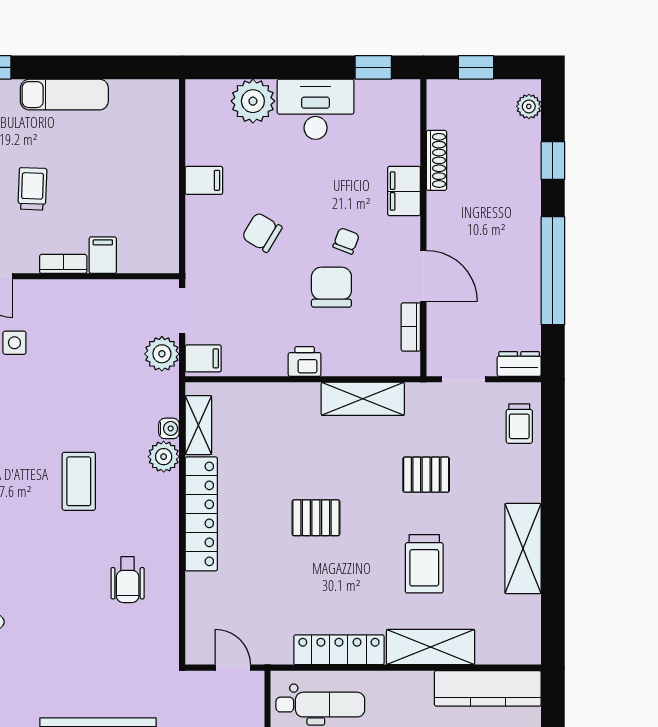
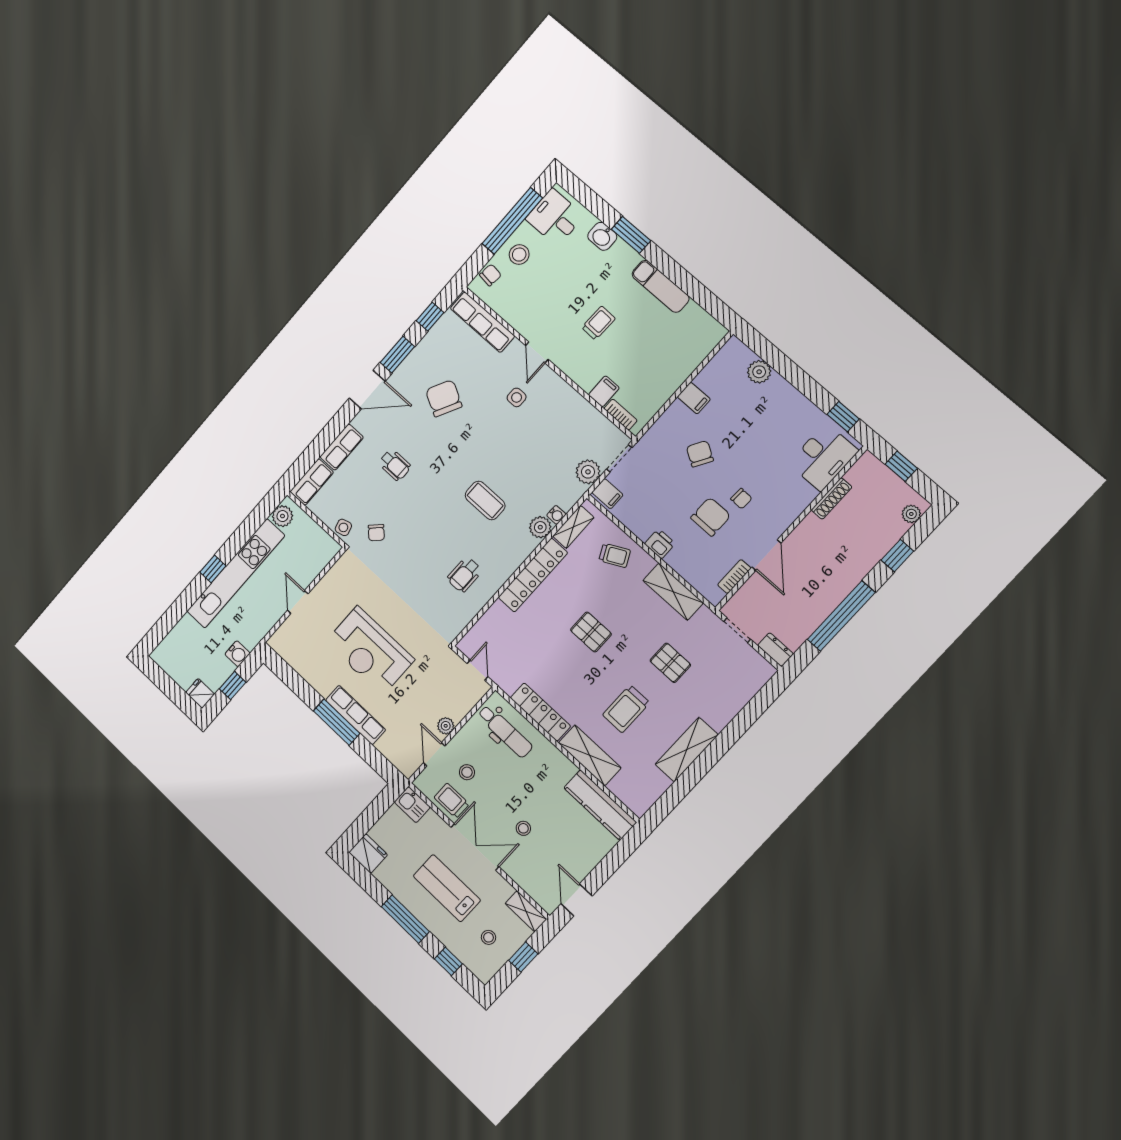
plant: (253, 101) -> (759, 372), width x0.73, depth x0.73
desk: (316, 109) -> (823, 457), moved, turned 90
filing cabinet: (404, 191) -> (798, 499), removed
chair: (346, 241) -> (741, 499), turned 71
bookcase: (63, 264) -> (621, 415), moved
trolley: (519, 424) -> (615, 555), moved, turned -117
coffee table: (79, 481) -> (485, 500), turned 90

